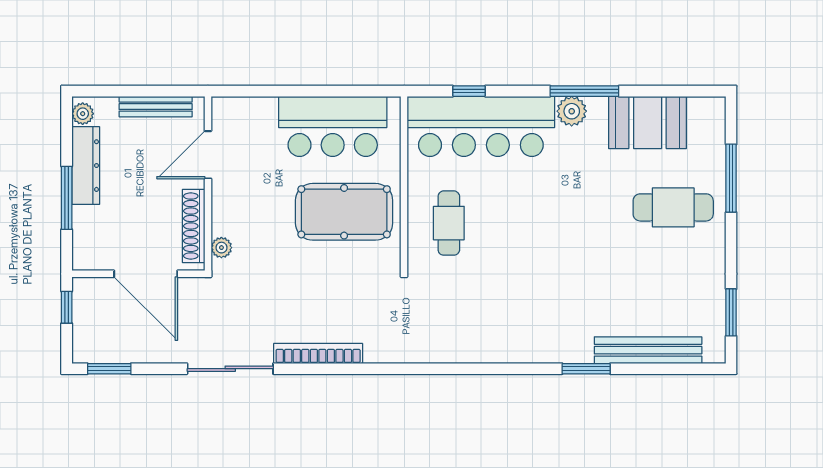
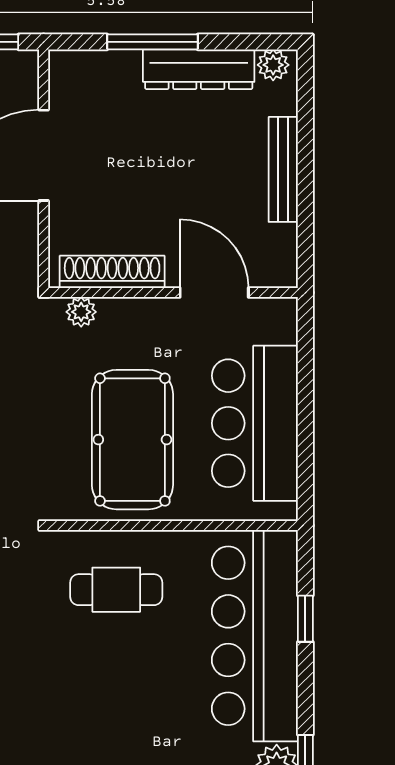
door: (208, 155) -> (214, 293), moved
wall: (208, 183) -> (173, 293), moved
shoe rack: (194, 226) -> (112, 272), moved
plant: (221, 248) -> (81, 312), moved

